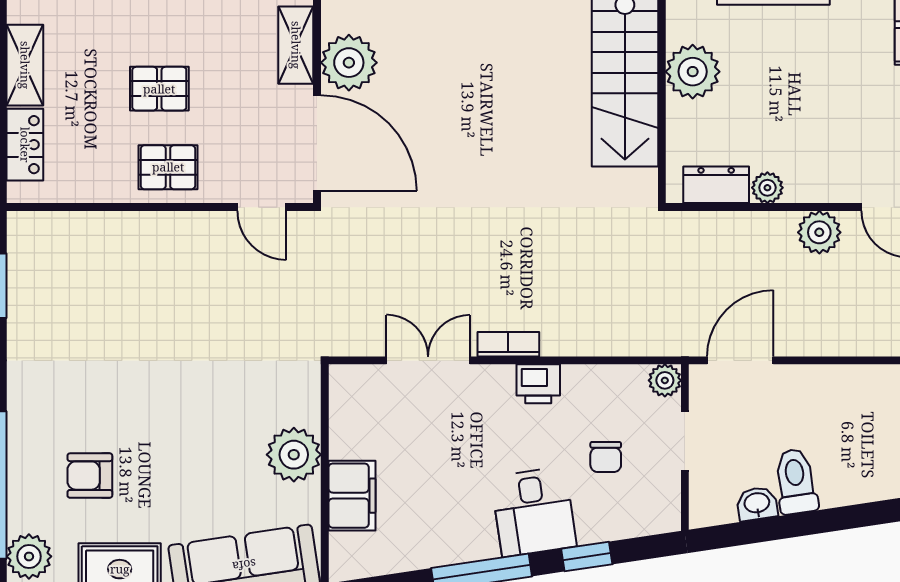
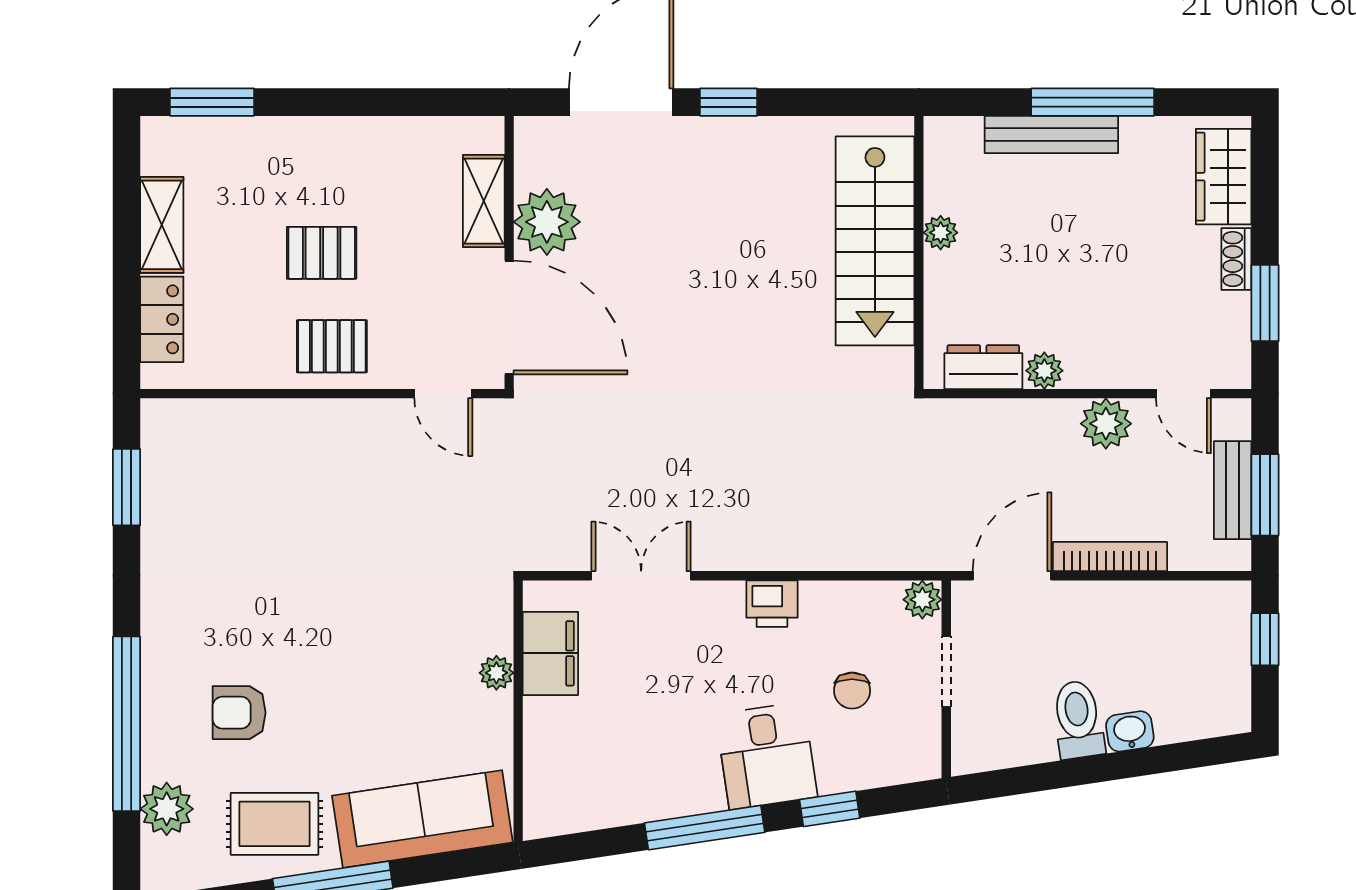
plant: (693, 72) -> (941, 233), width x0.53, depth x0.53
bookcase: (508, 344) -> (1110, 557), moved, width x1.56
plant: (294, 455) -> (496, 673), width x0.53, depth x0.53
filing cabinet: (352, 496) -> (550, 653), moved
washbasin: (757, 504) -> (1130, 731), moved

